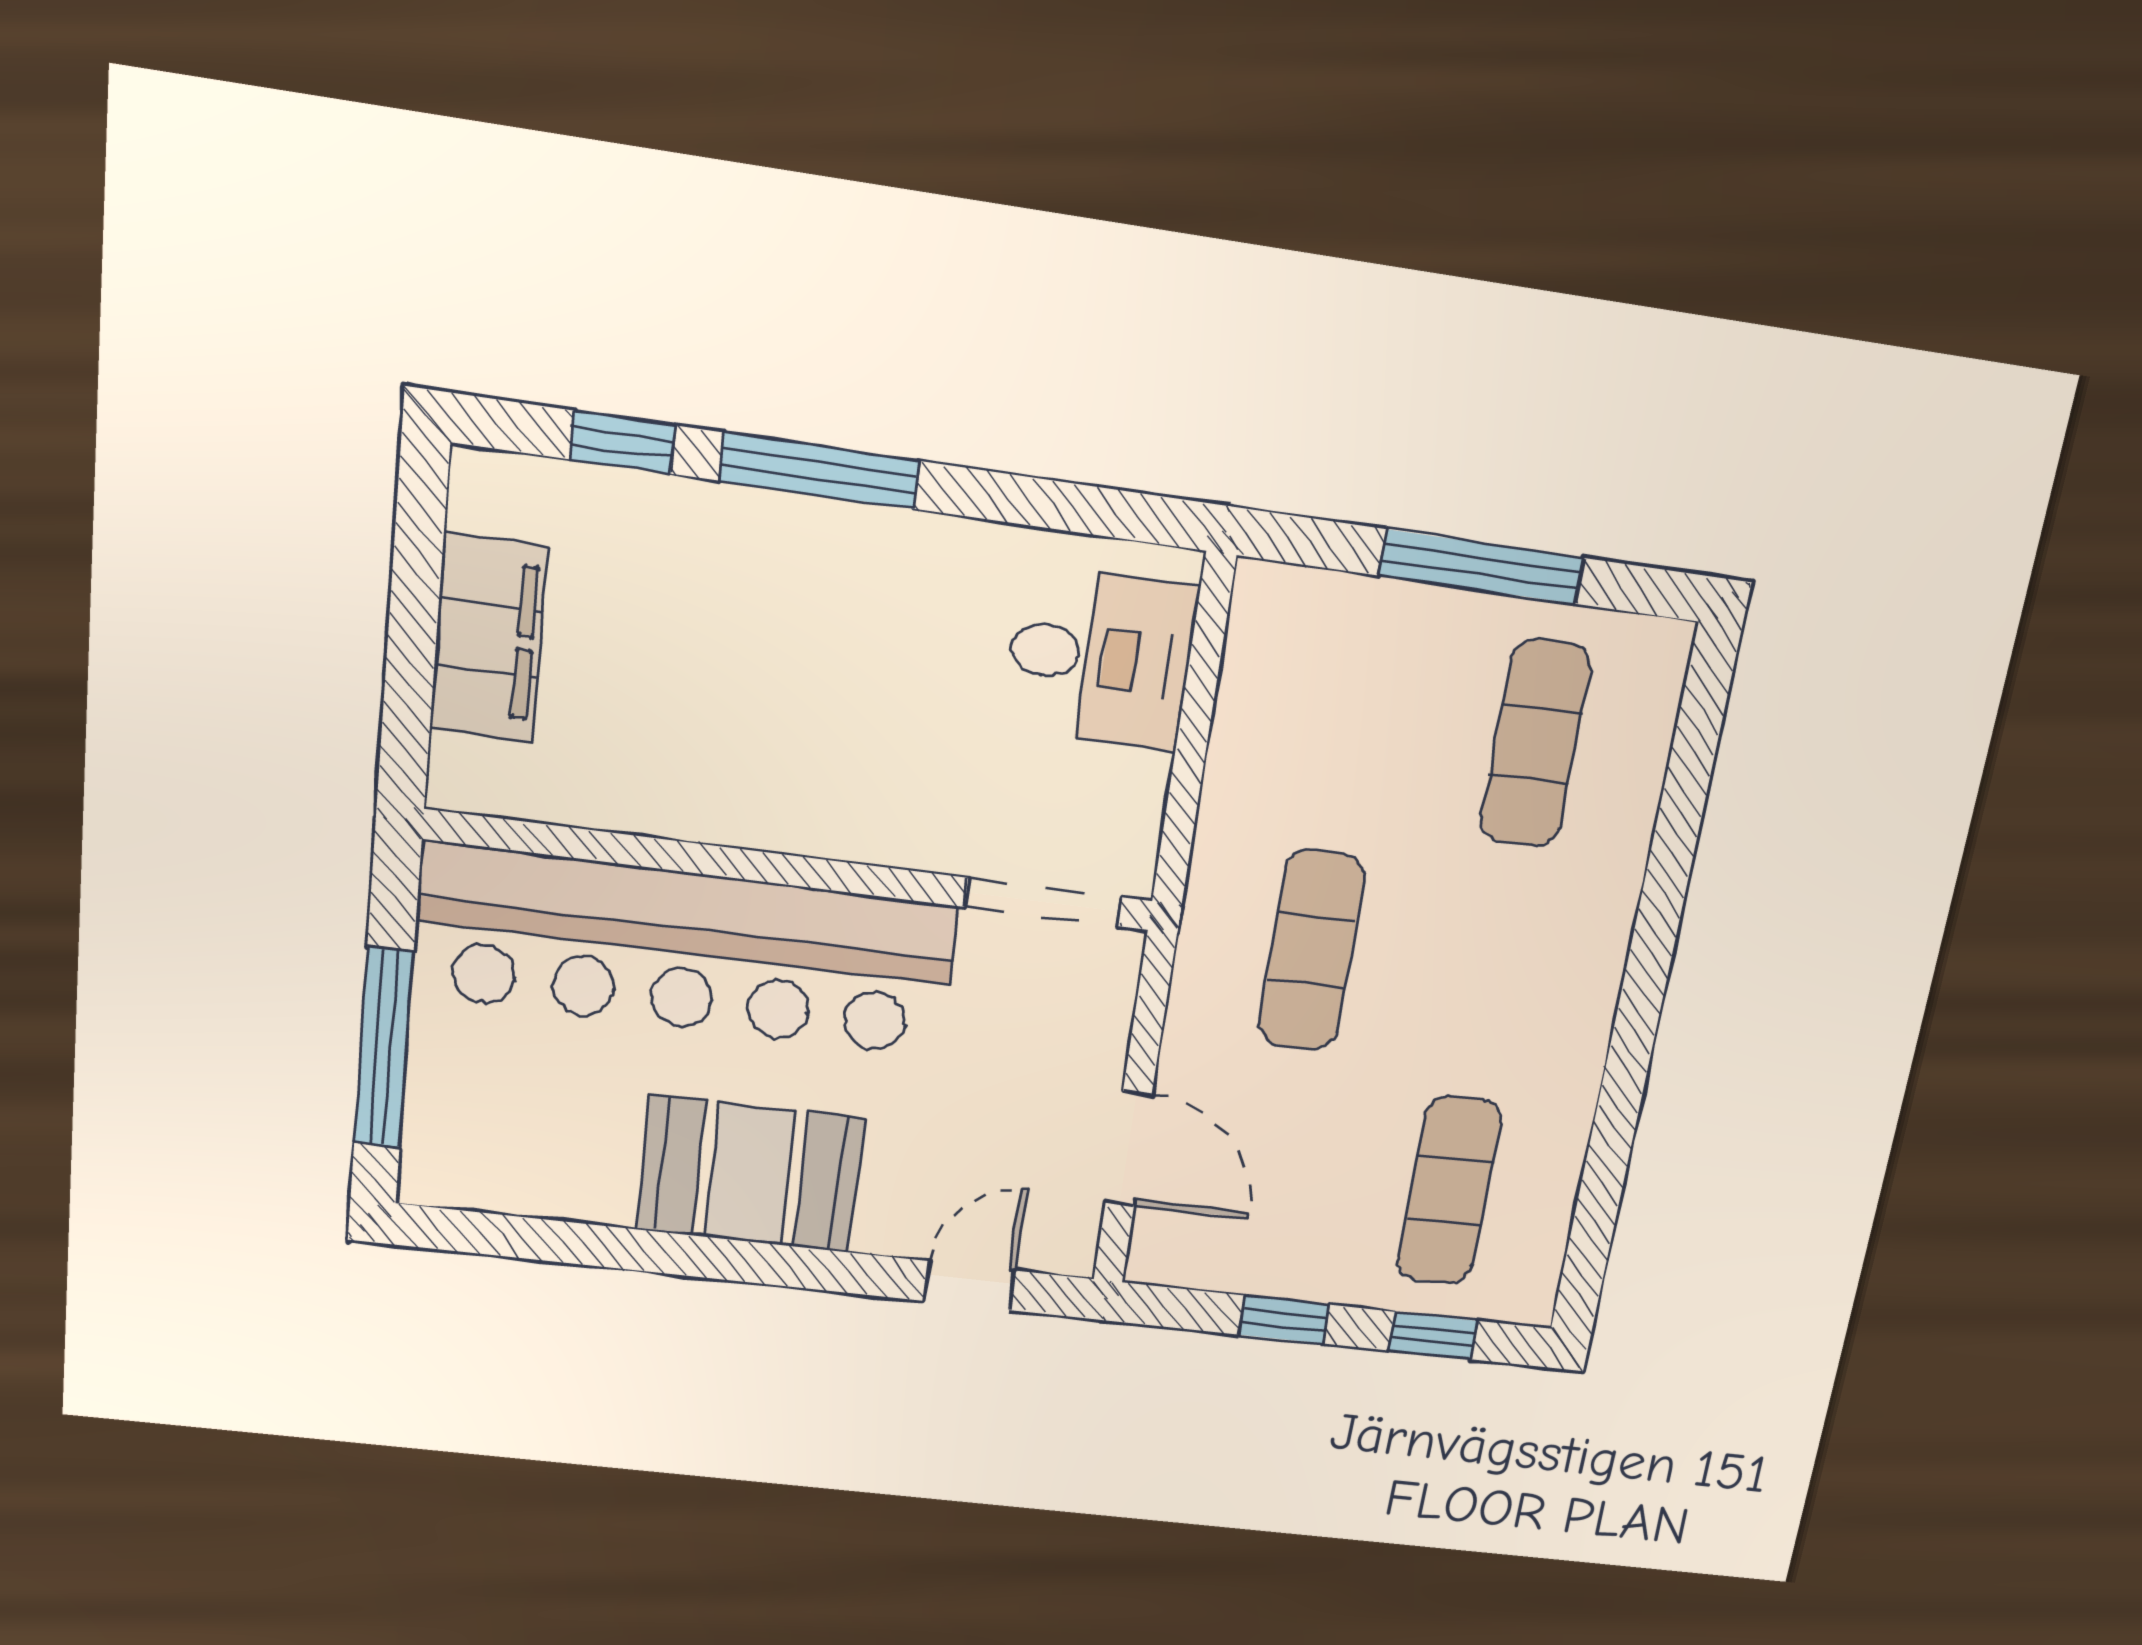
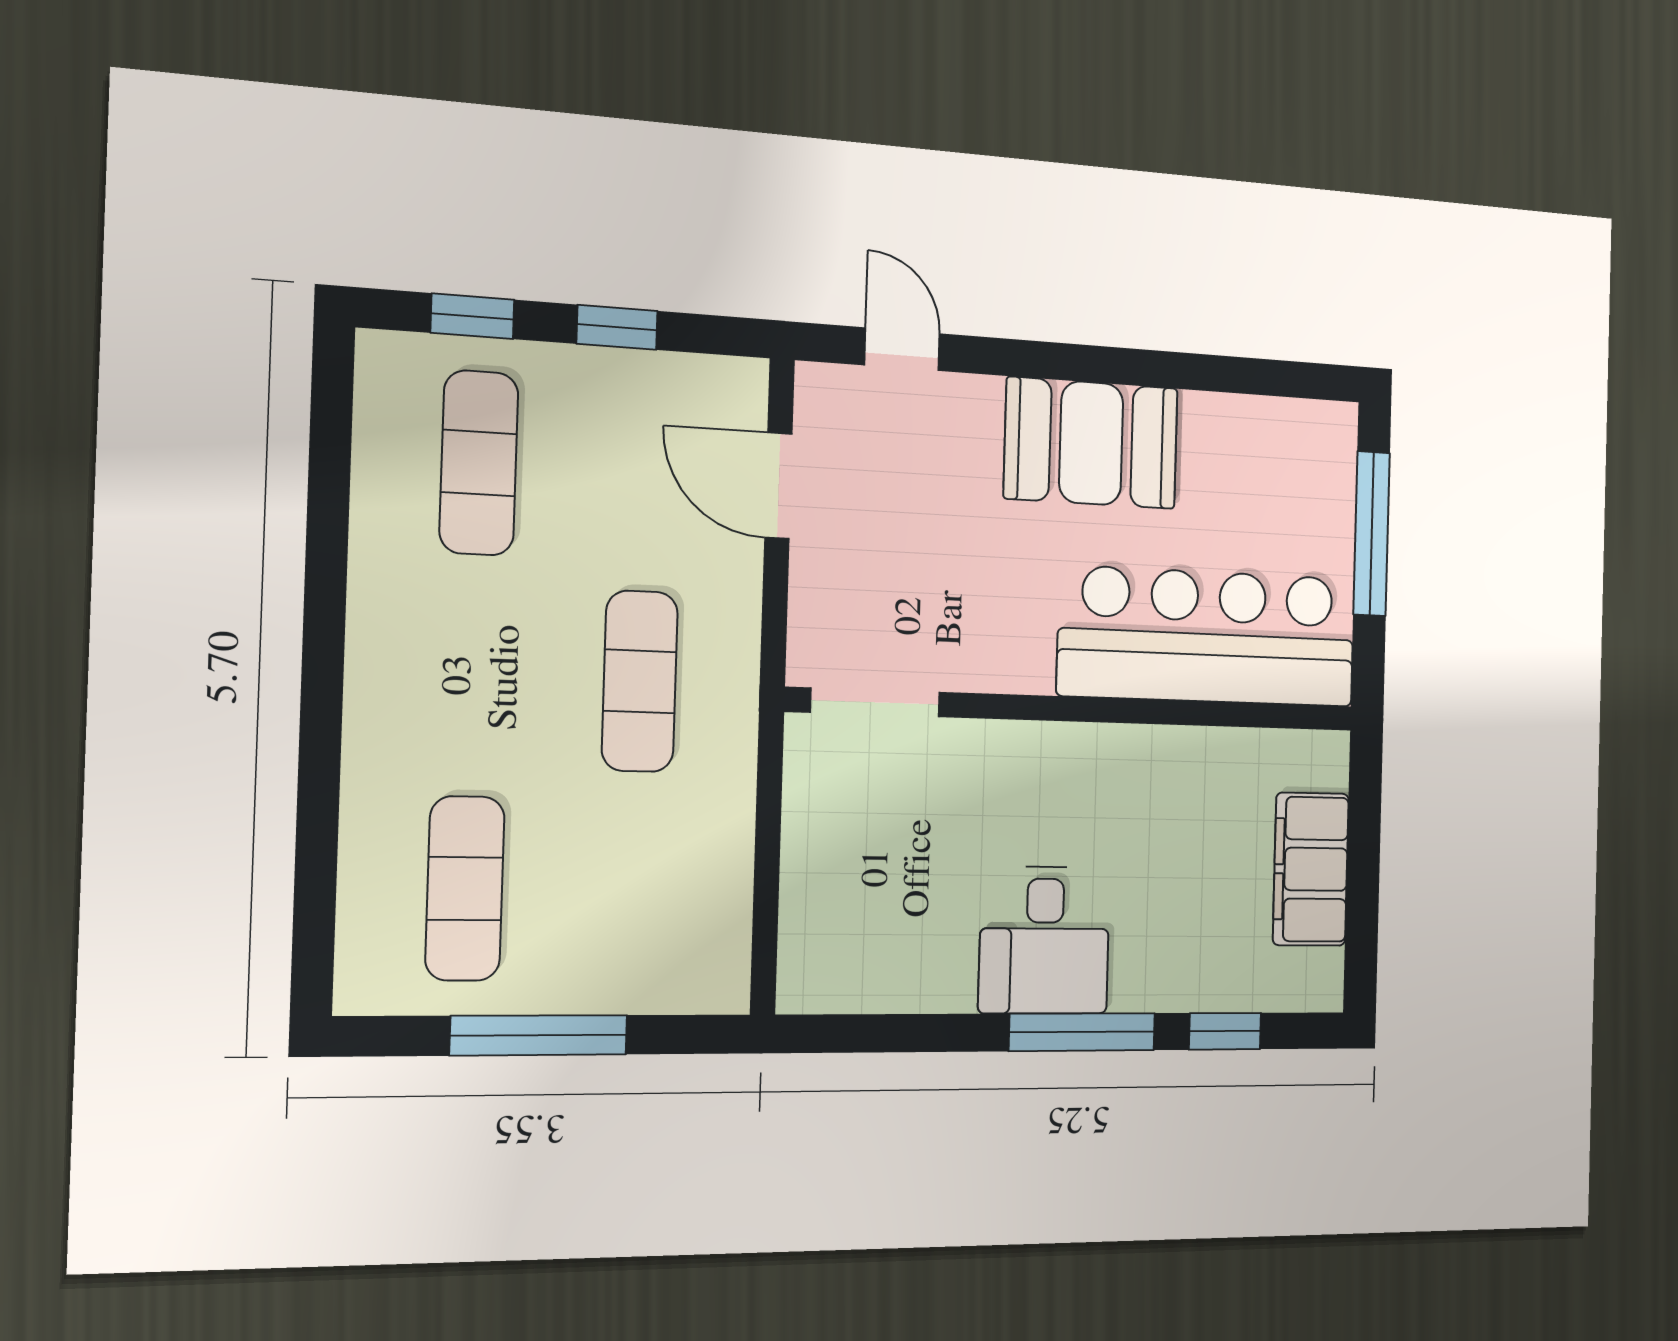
desk: (1100, 658) -> (1044, 940), moved, turned -90
bar counter: (686, 950) -> (1208, 637), width x0.73
door: (969, 1286) -> (902, 349), swing flipped

